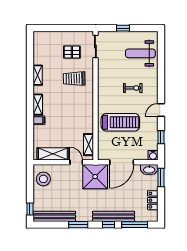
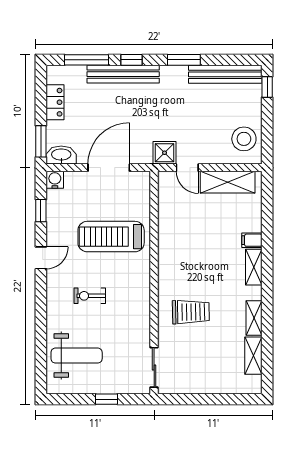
pallet: (72, 52) -> (195, 358), removed
shelving: (89, 145) -> (253, 356), moved
shower: (95, 177) -> (165, 153), width x0.54, depth x0.54

